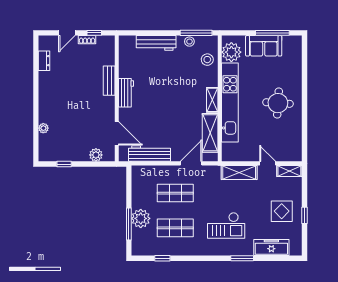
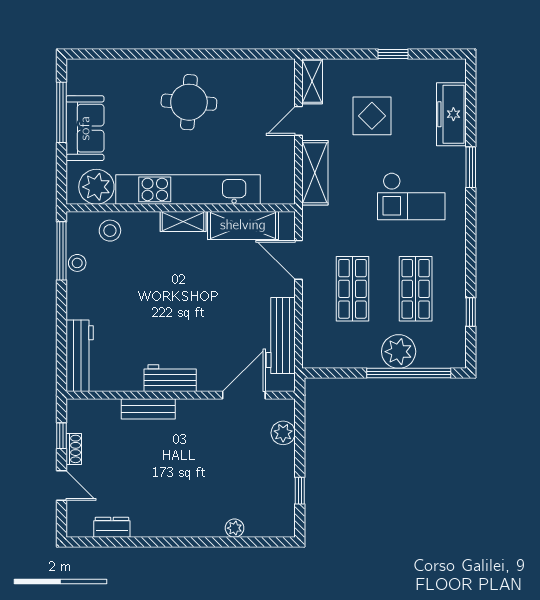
workbench: (156, 43) -> (80, 356), moved
display table: (282, 211) -> (372, 116), moved
window: (129, 224) -> (409, 373), width x1.46
checkout: (226, 225) -> (411, 196), turned 90

